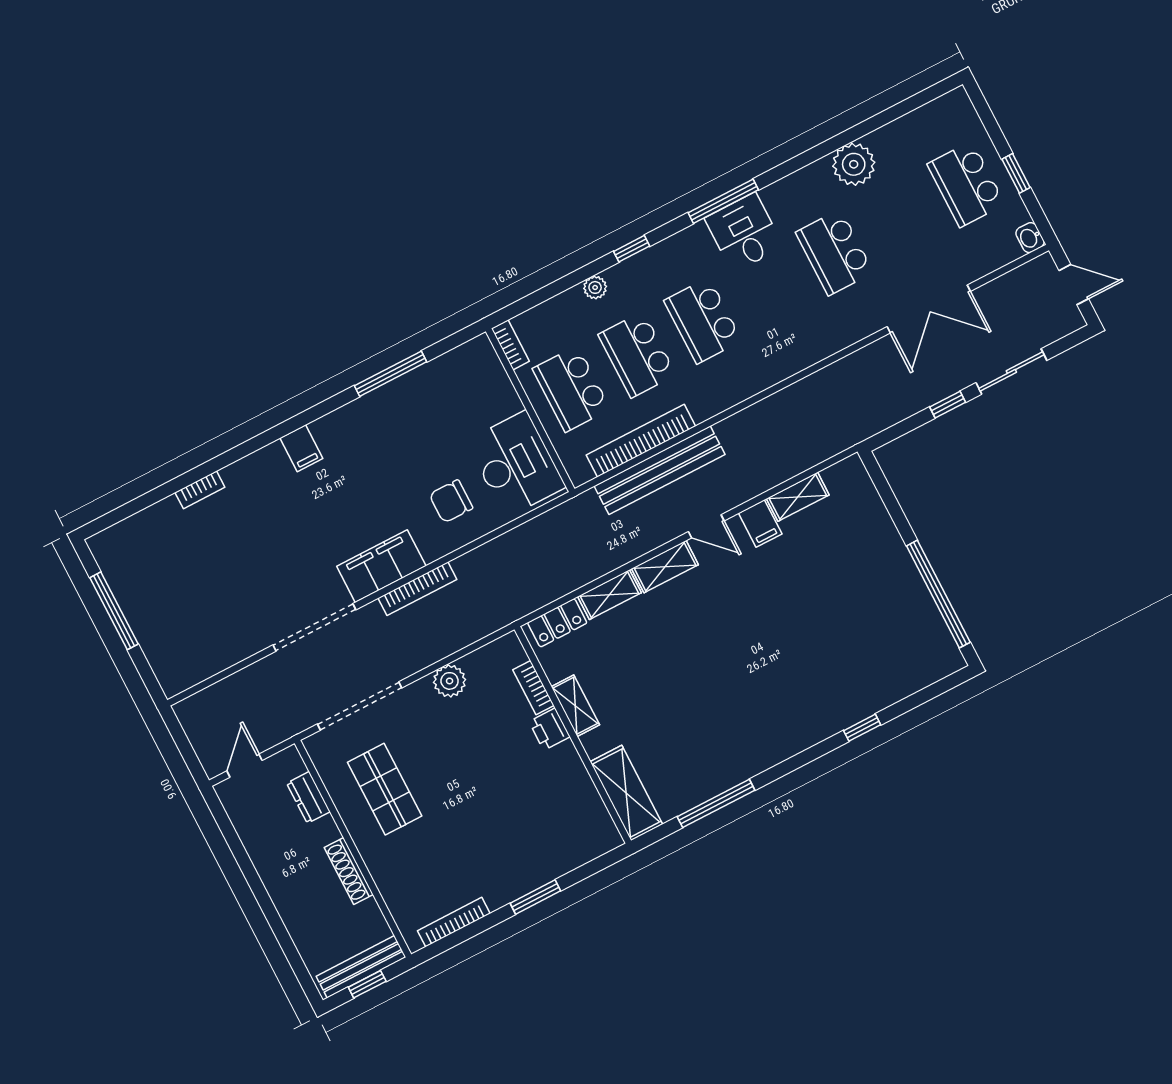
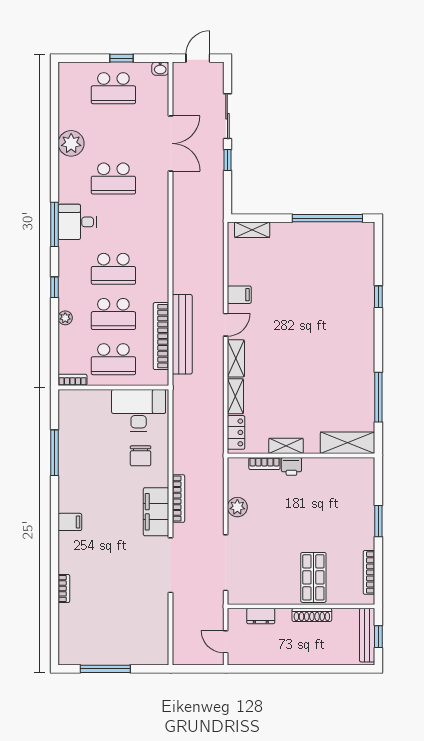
shelving: (798, 497) -> (252, 230), moved, turned 90
shop shelf: (385, 789) -> (313, 577), moved, turned 90

